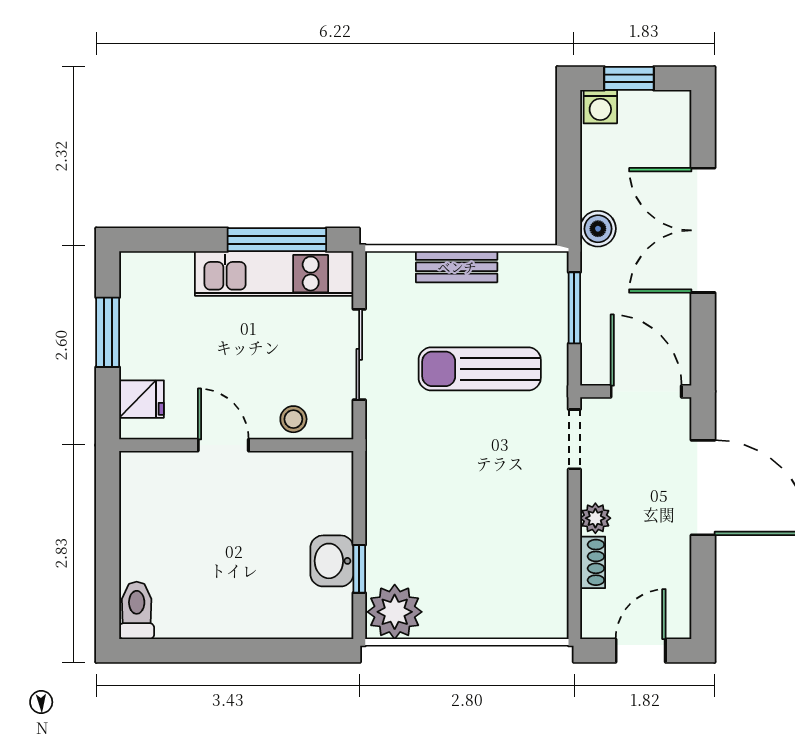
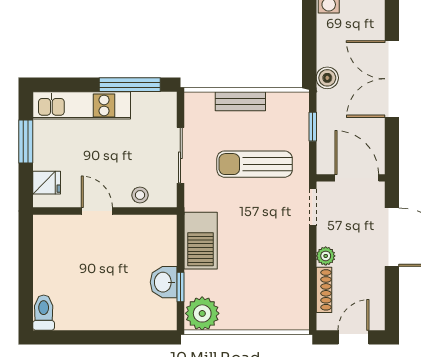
kitchen unit: (274, 274) -> (82, 105), moved
window: (574, 308) -> (313, 127), width x0.67
barbecue: (392, 493) -> (201, 241), added
shoe rack: (593, 562) -> (324, 290), width x1.43

